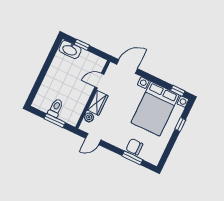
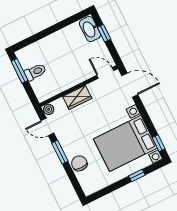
door: (99, 81) -> (105, 73), moved
plant: (89, 117) -> (49, 109), moved
window: (55, 121) -> (20, 71), moved
window: (132, 158) -> (60, 152), moved

